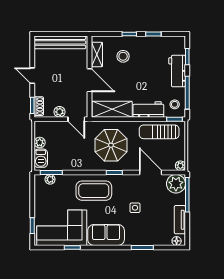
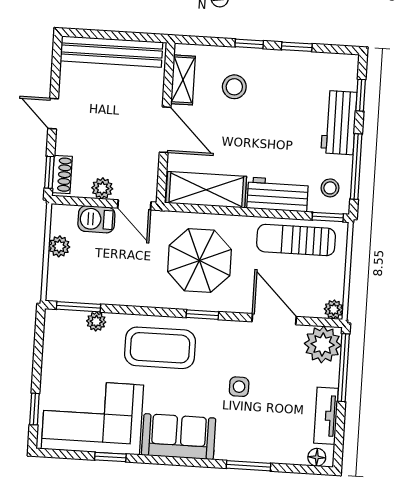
barbecue: (41, 158) -> (96, 219), moved, turned 90
plant: (50, 179) -> (96, 321), moved

